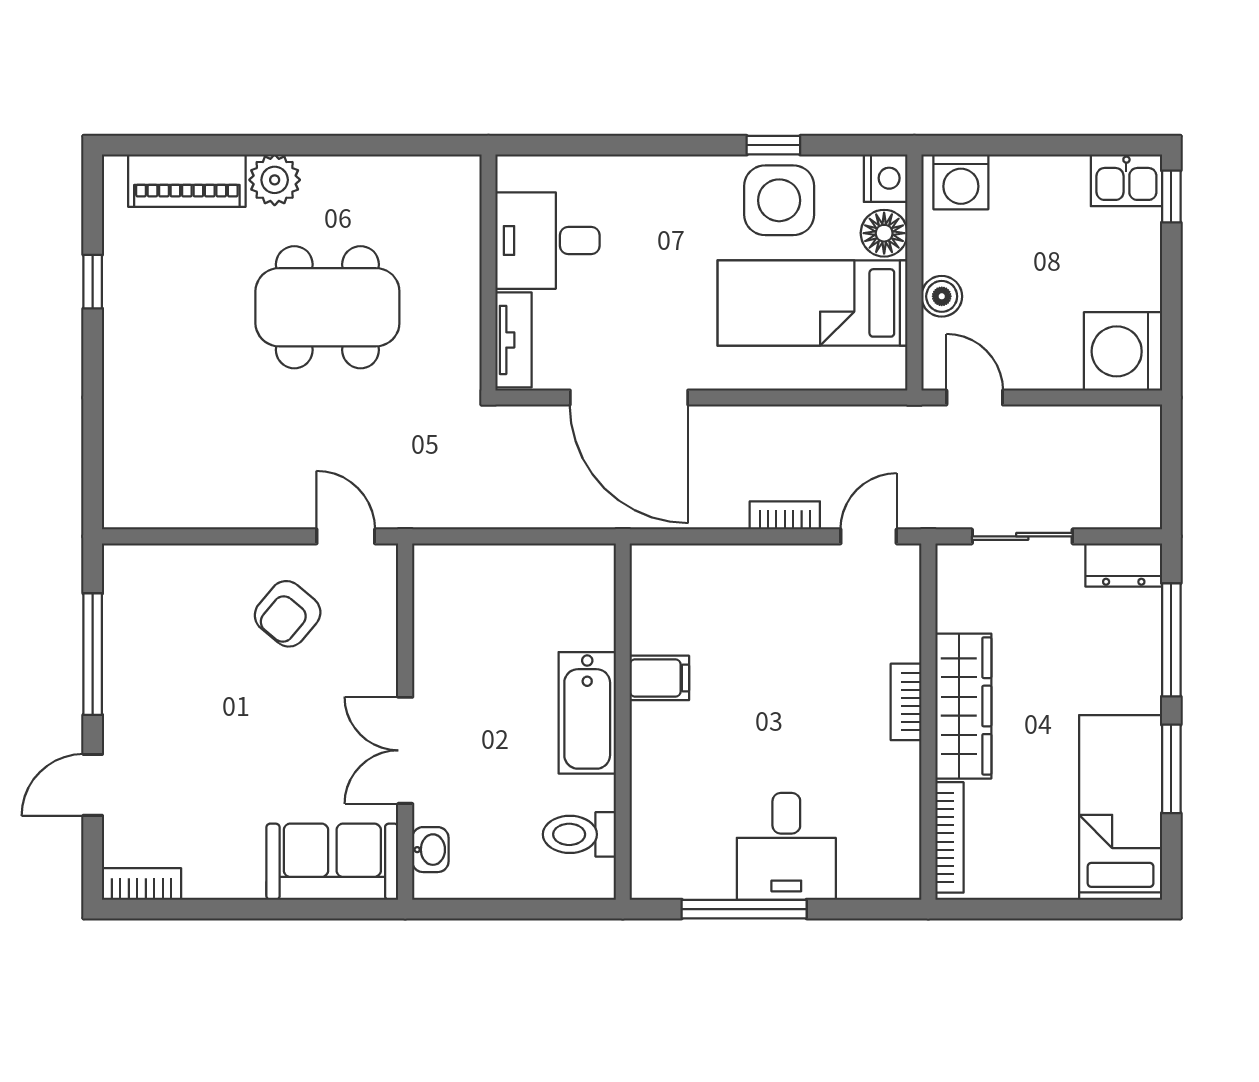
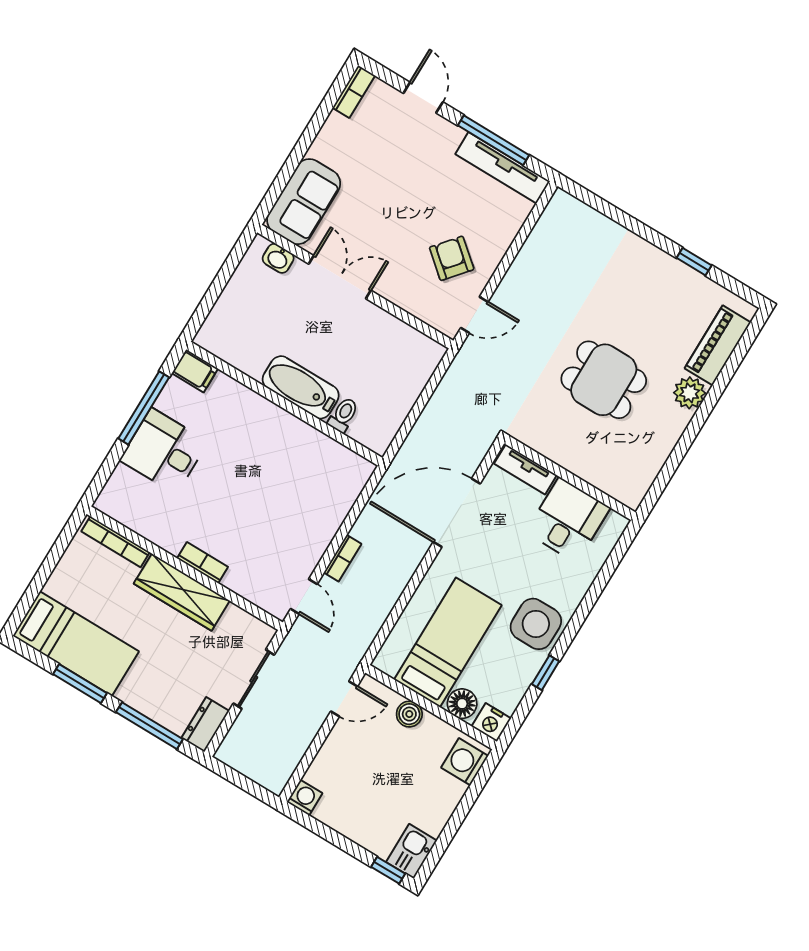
side table: (779, 200) -> (536, 624), moved
dining table: (327, 307) -> (604, 380), width x0.73
washing machine: (1123, 351) -> (305, 798), width x0.53, depth x0.53
tv unit: (123, 619) -> (503, 168), added
filing cabinet: (659, 678) -> (195, 371), moved, turned -90
toilet: (579, 834) -> (343, 415), moved, width x0.73, depth x0.72

